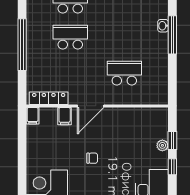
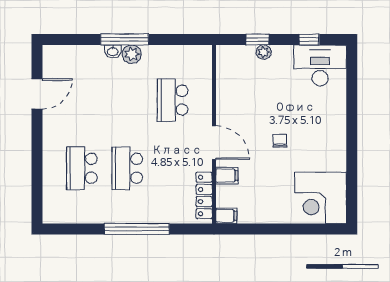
plant: (161, 41) -> (132, 54), added
window: (172, 167) -> (309, 39), moved

